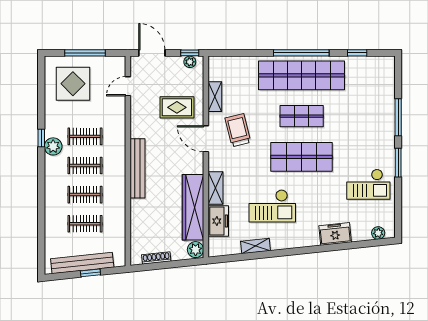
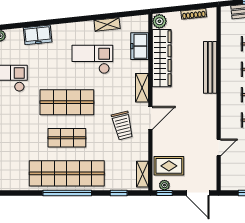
window: (357, 53) -> (119, 193), moved
door: (128, 86) -> (219, 147), moved
shelving: (215, 97) -> (143, 174), moved
rug: (177, 107) -> (169, 166), moved
door: (206, 139) -> (150, 118), hinge flipped
bench: (138, 168) -> (210, 67), moved
shelving: (216, 188) -> (142, 88), moved

